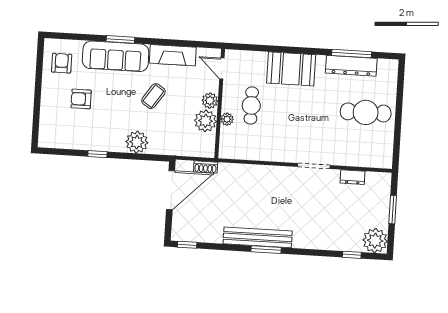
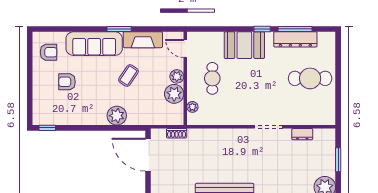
window: (120, 39) -> (119, 29), moved
window: (313, 51) -> (262, 29), added
armchair: (62, 63) -> (49, 52), turned 90
plant: (227, 119) -> (192, 107), moved
window: (97, 154) -> (47, 128), moved
door: (171, 190) -> (148, 155), swing flipped

